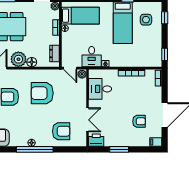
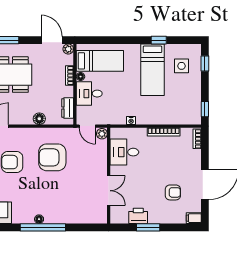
desk: (92, 57) -> (89, 94), moved, turned 90
plant: (18, 59) -> (23, 115), removed
armchair: (61, 131) -> (76, 205), removed
printer: (96, 140) -> (138, 216), moved

